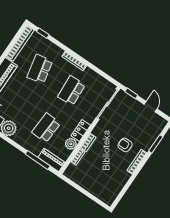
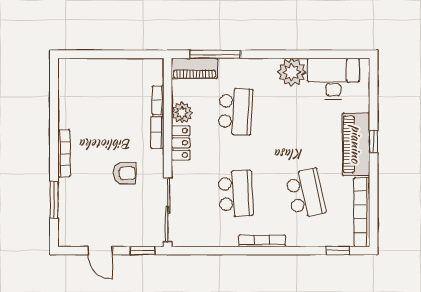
armchair: (125, 145) -> (124, 173), moved

